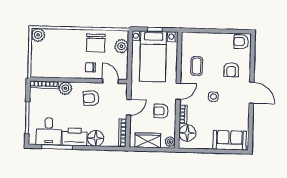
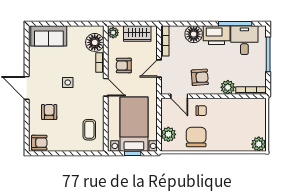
coffee table: (197, 66) -> (89, 130), moved
door: (178, 91) -> (106, 87), swing flipped
armchair: (161, 111) -> (124, 66), turned 180

